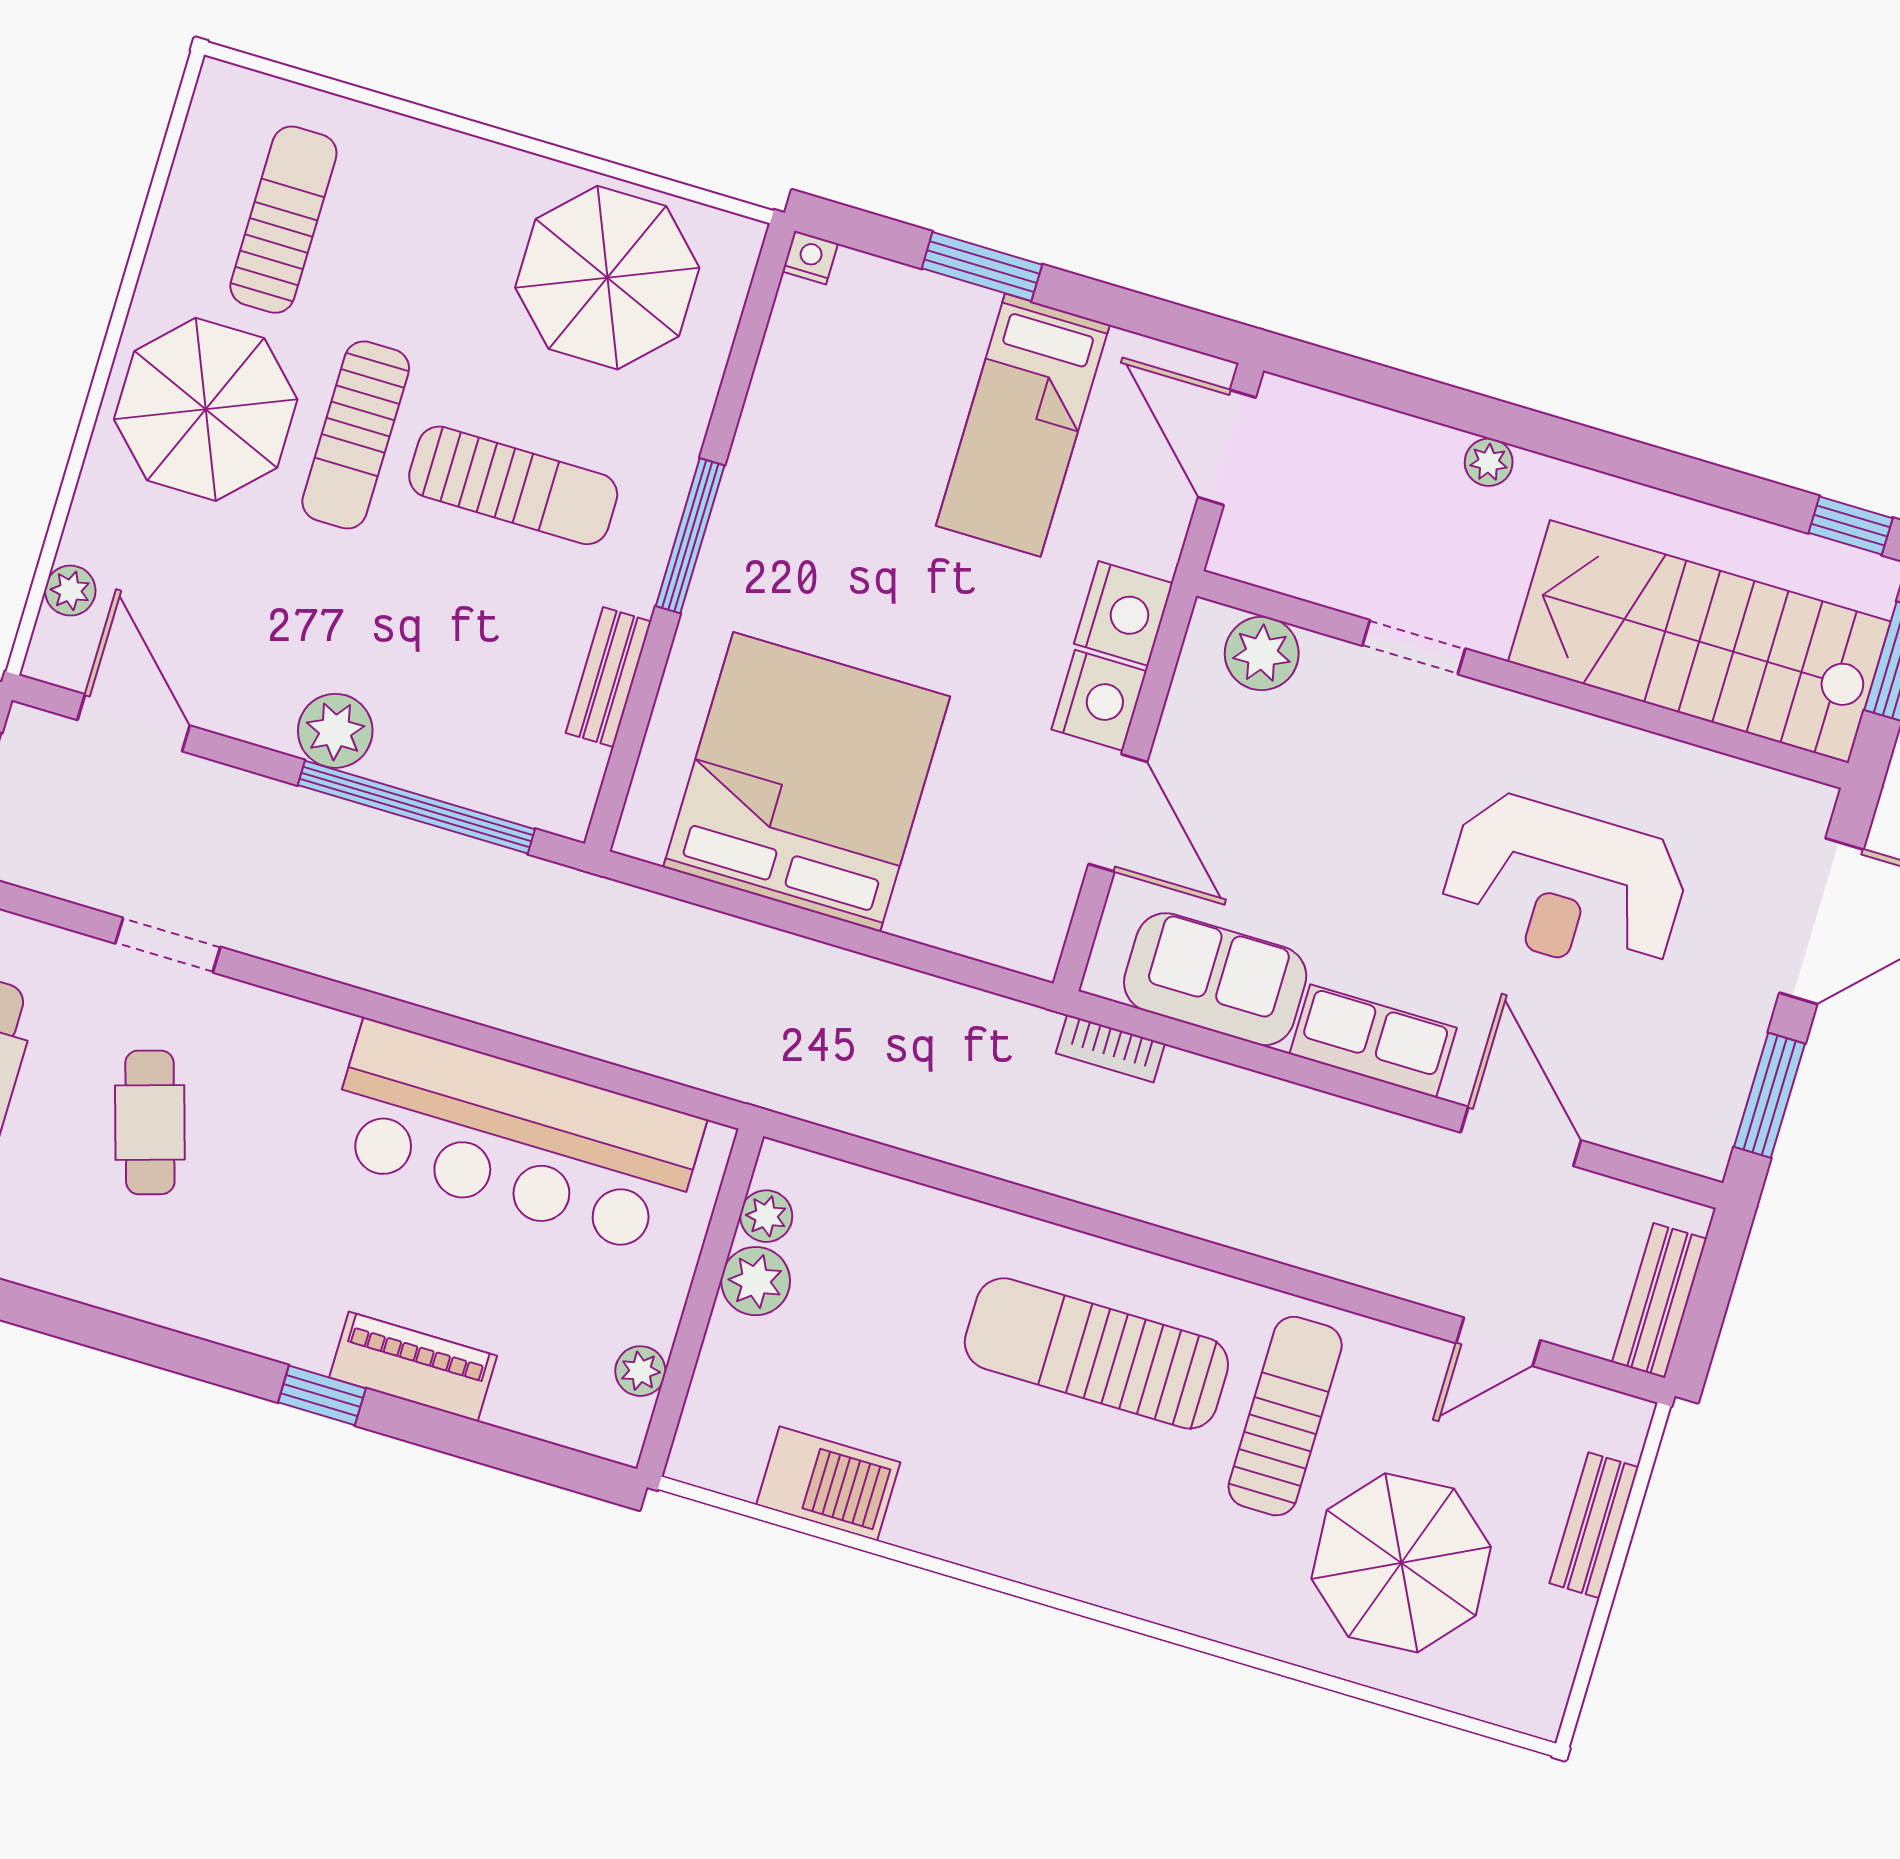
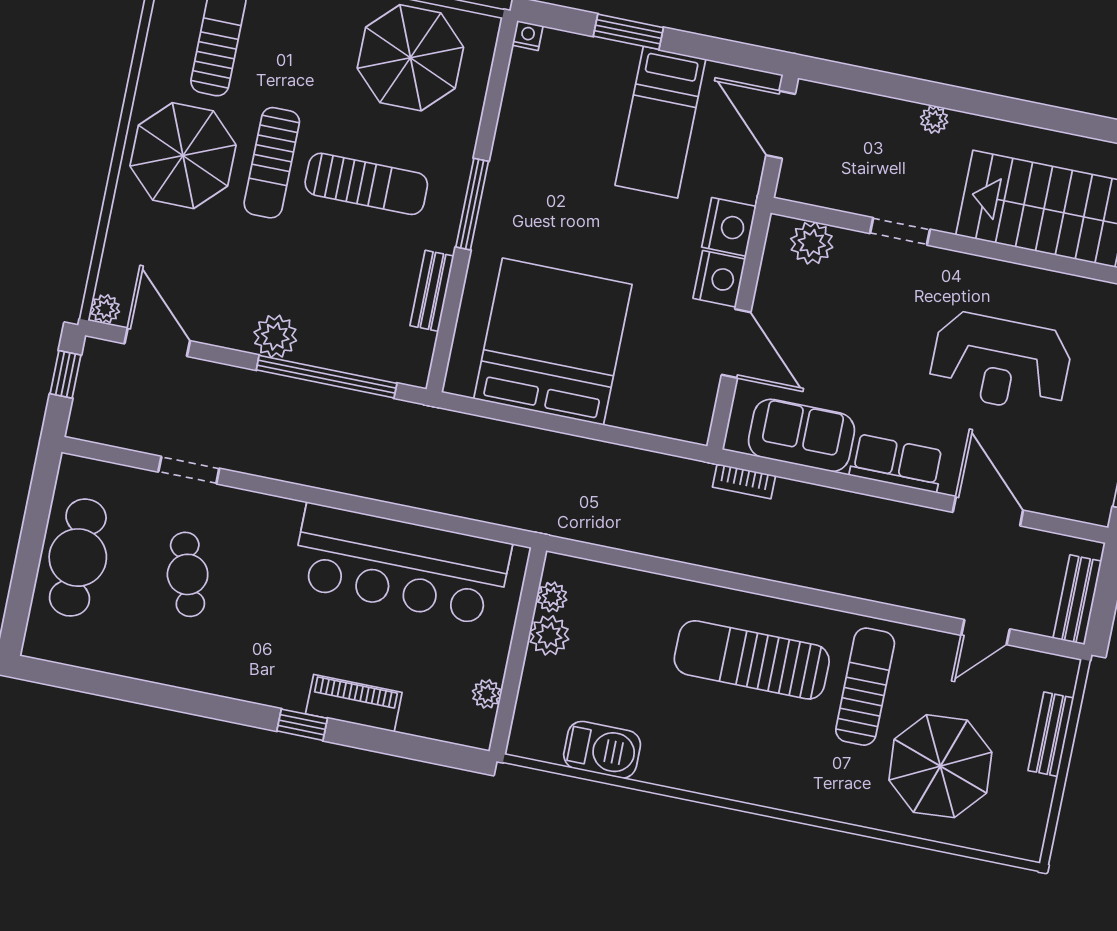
plant: (70, 591) -> (105, 309), moved

